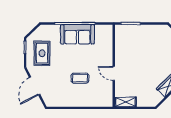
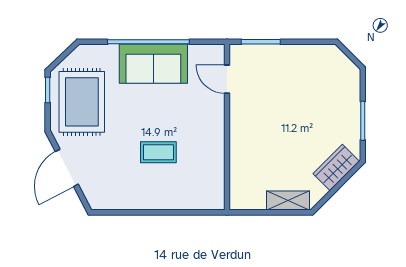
rug: (42, 53) -> (82, 102), width x1.36, depth x1.43
door: (114, 73) -> (227, 79), moved
shelving: (125, 102) -> (288, 201), moved

